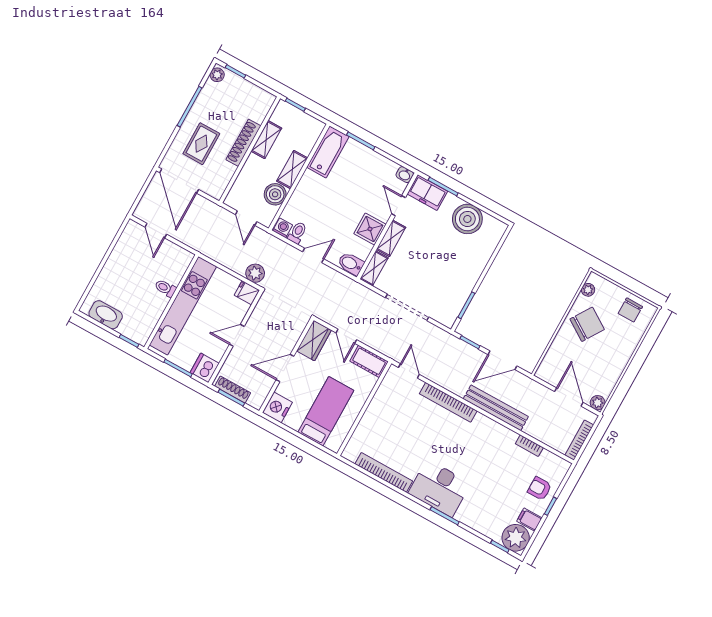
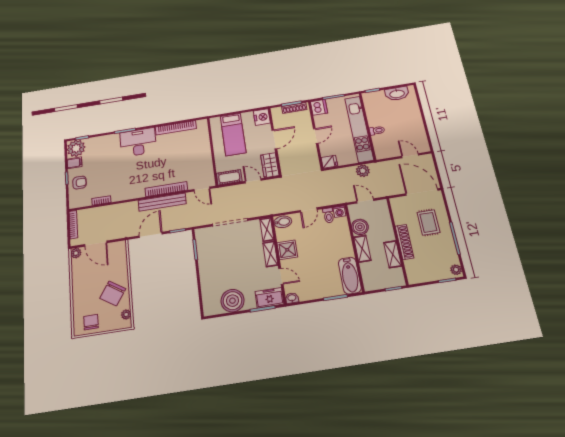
plant: (255, 273) -> (363, 171), moved
bench: (496, 408) -> (162, 202), moved

